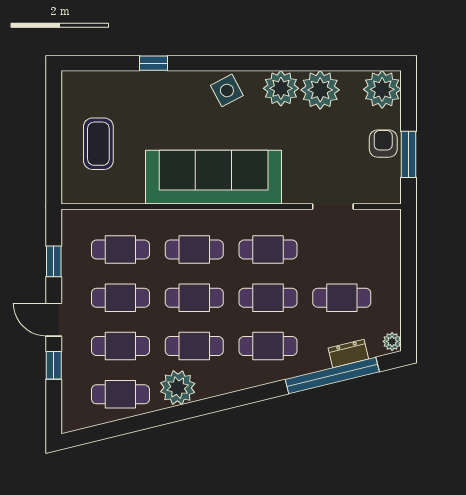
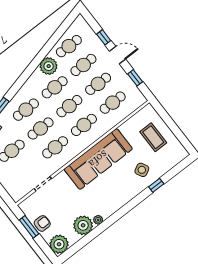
plant: (281, 88) -> (98, 220), width x0.53, depth x0.53
side table: (227, 90) -> (142, 170), moved
armchair: (383, 144) -> (42, 223), turned -90

